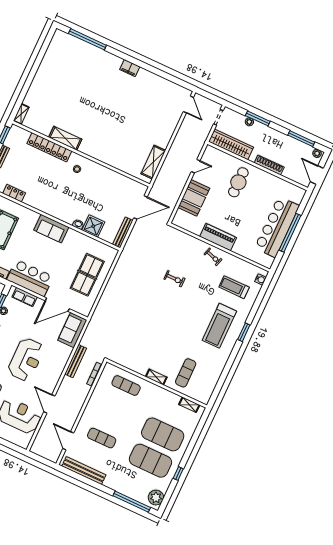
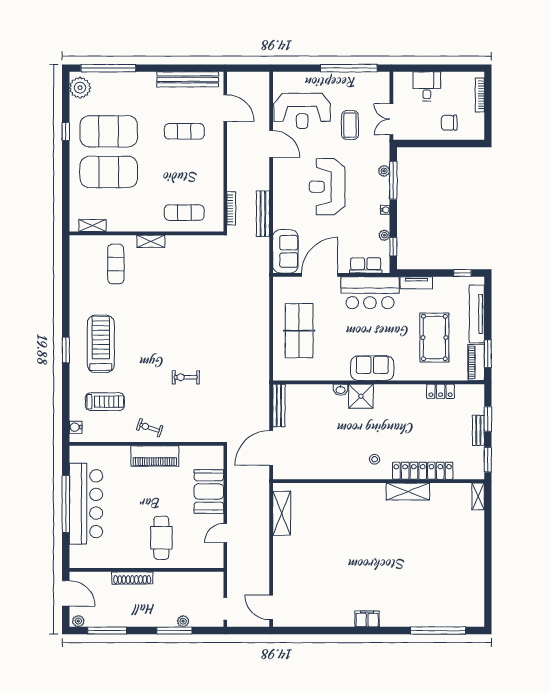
wardrobe: (231, 144) -> (193, 582), removed
shower: (93, 226) -> (361, 396), moved

